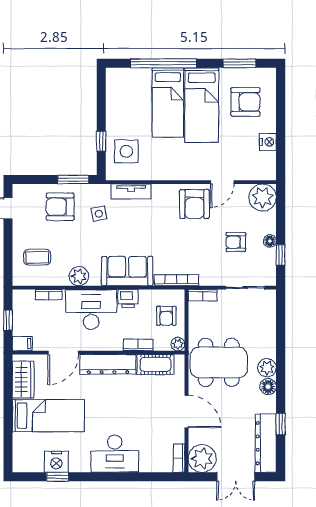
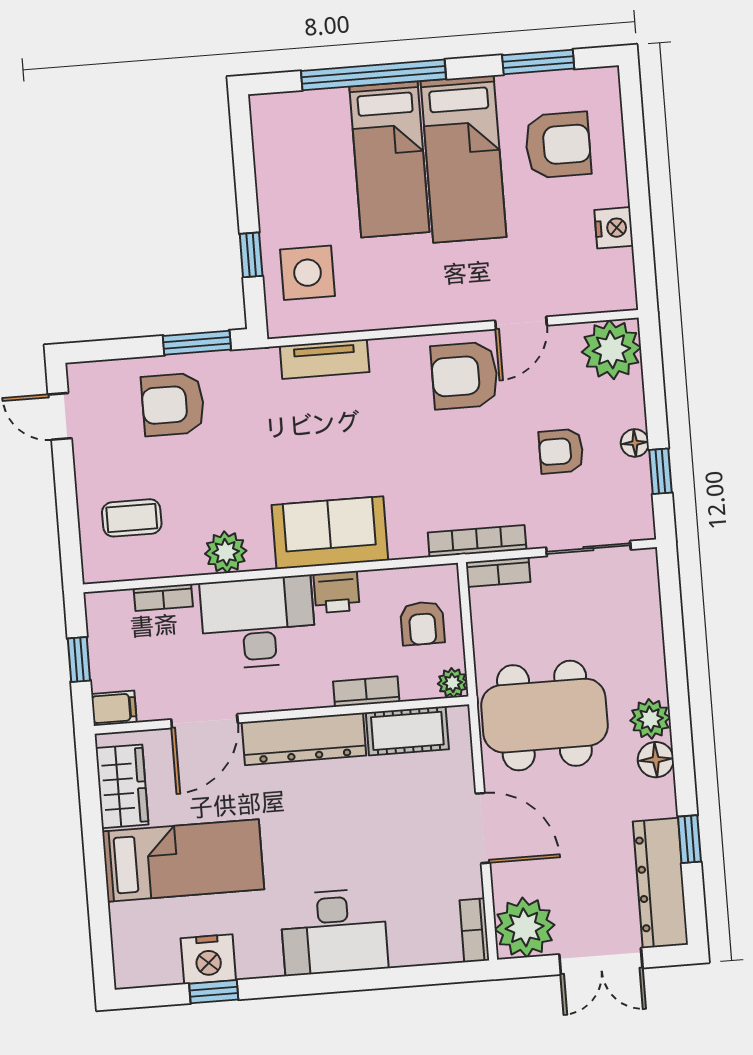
armchair: (194, 204) -> (465, 376), turned 90
side table: (99, 214) -> (258, 413), removed
bookcase: (177, 280) -> (477, 541), moved

